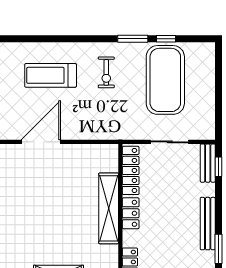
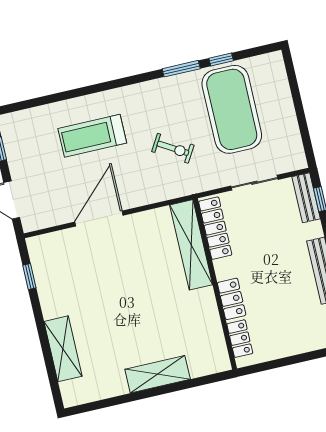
exercise bike: (106, 72) -> (173, 148), moved, turned -59
shelving: (109, 208) -> (191, 245), moved
locker: (131, 213) -> (232, 299), moved

